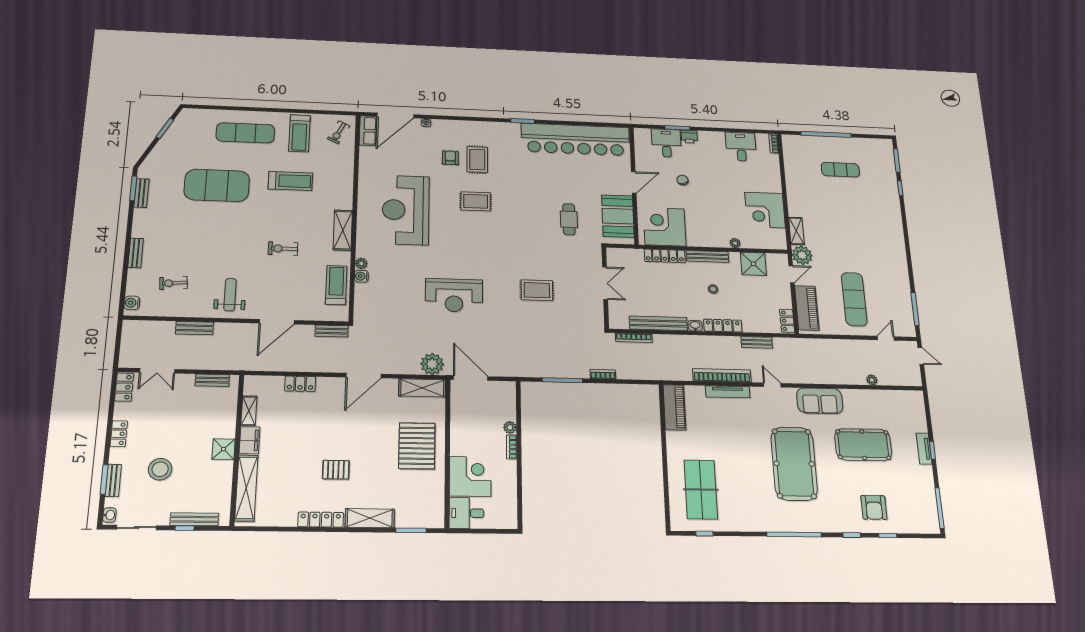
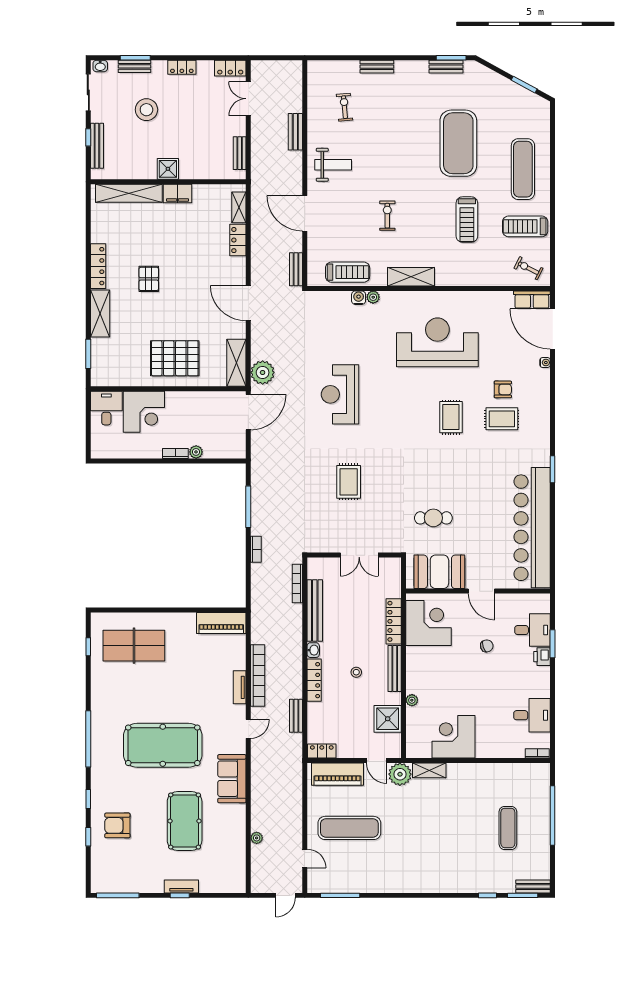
bench: (888, 152) -> (533, 886), added
water cooler: (132, 303) -> (321, 68), removed
tv unit: (728, 392) -> (240, 687), width x0.71
shelving: (249, 411) -> (239, 207), moved, turned 90

